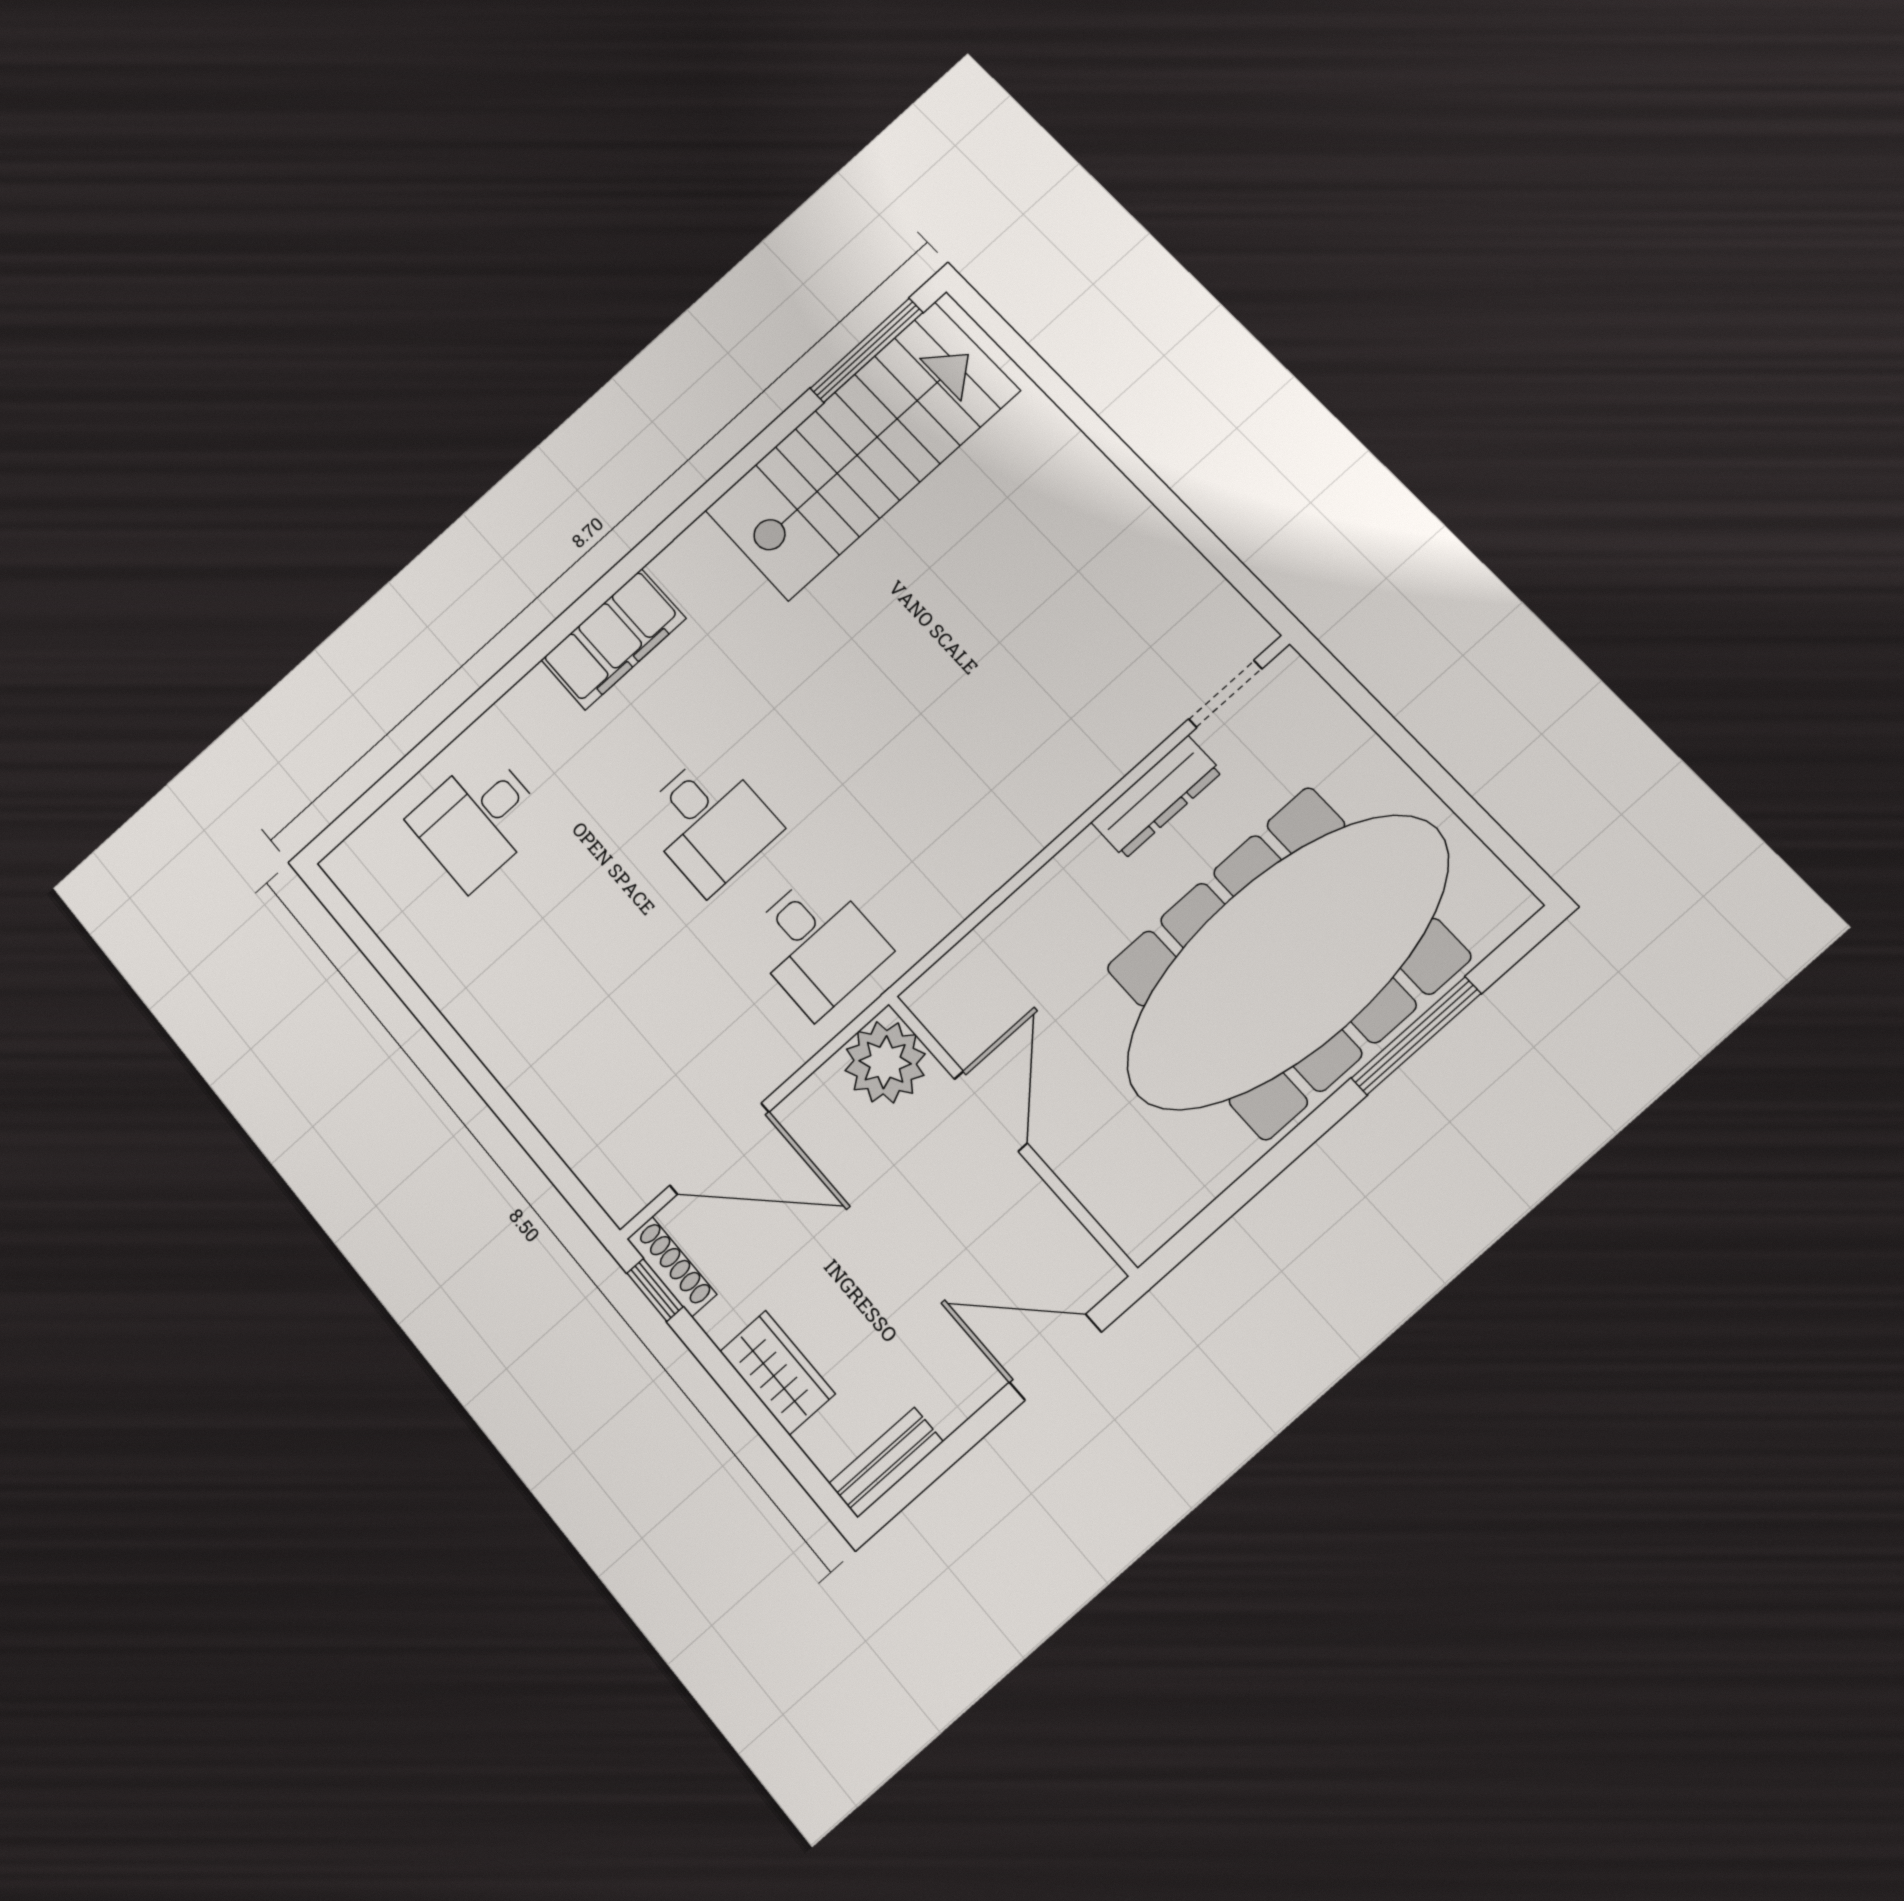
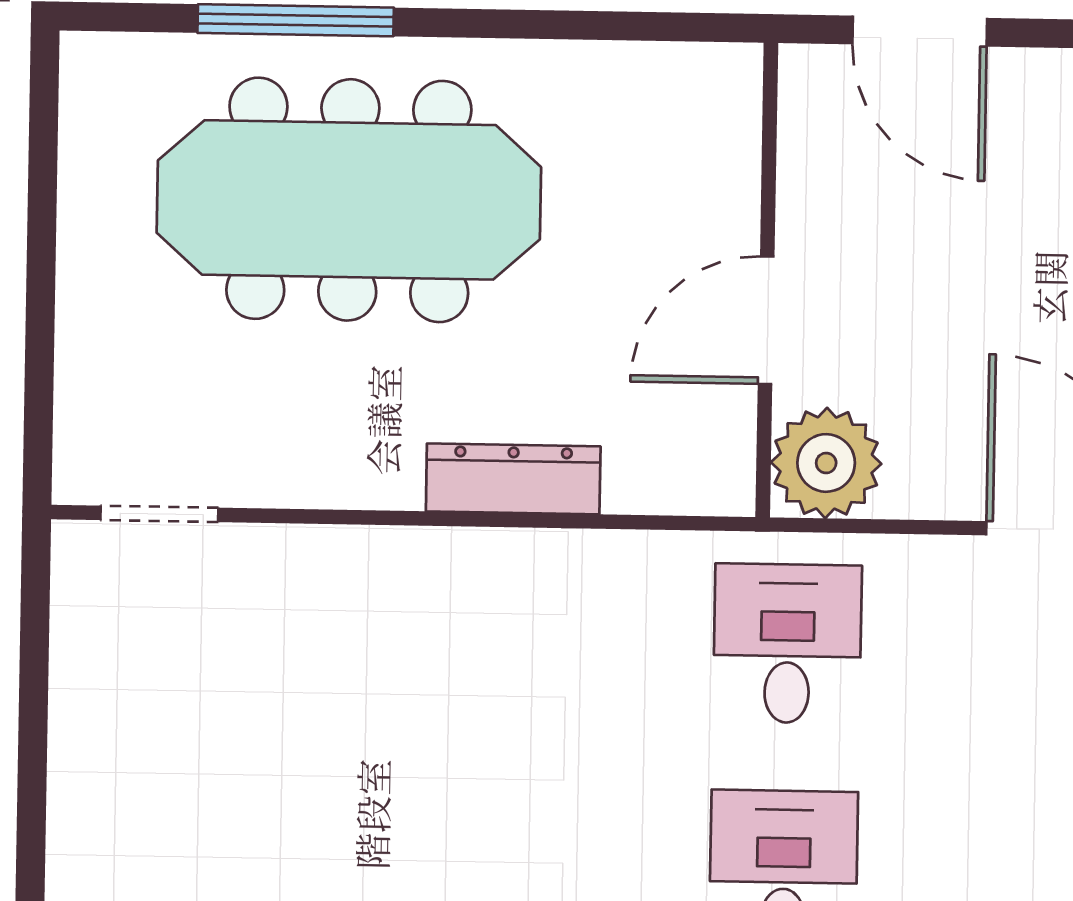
dresser: (1156, 797) -> (513, 479), moved
meeting table: (1287, 962) -> (349, 200), width x0.73, depth x0.79

